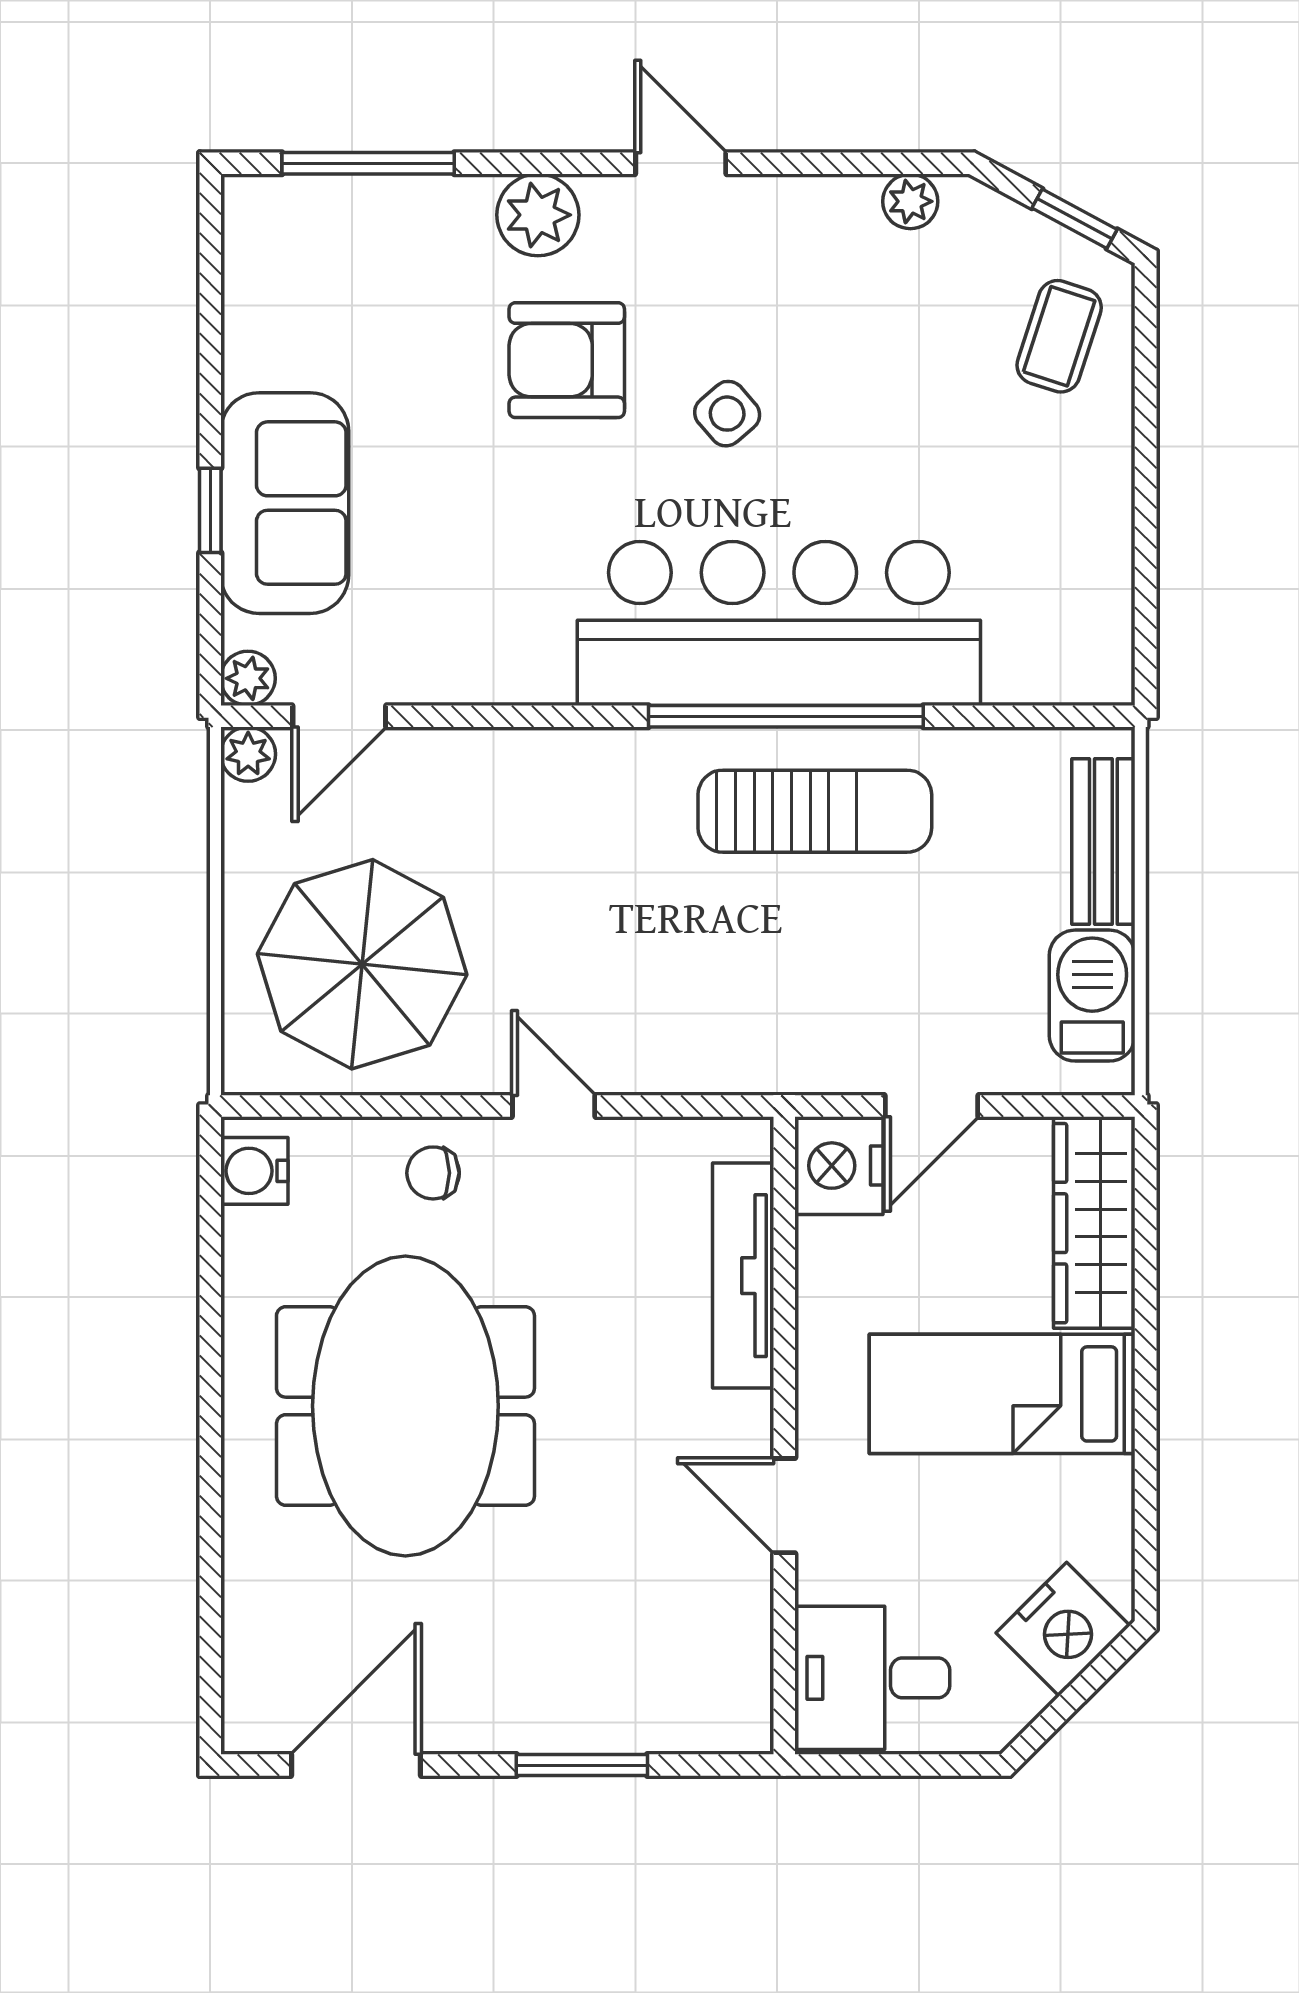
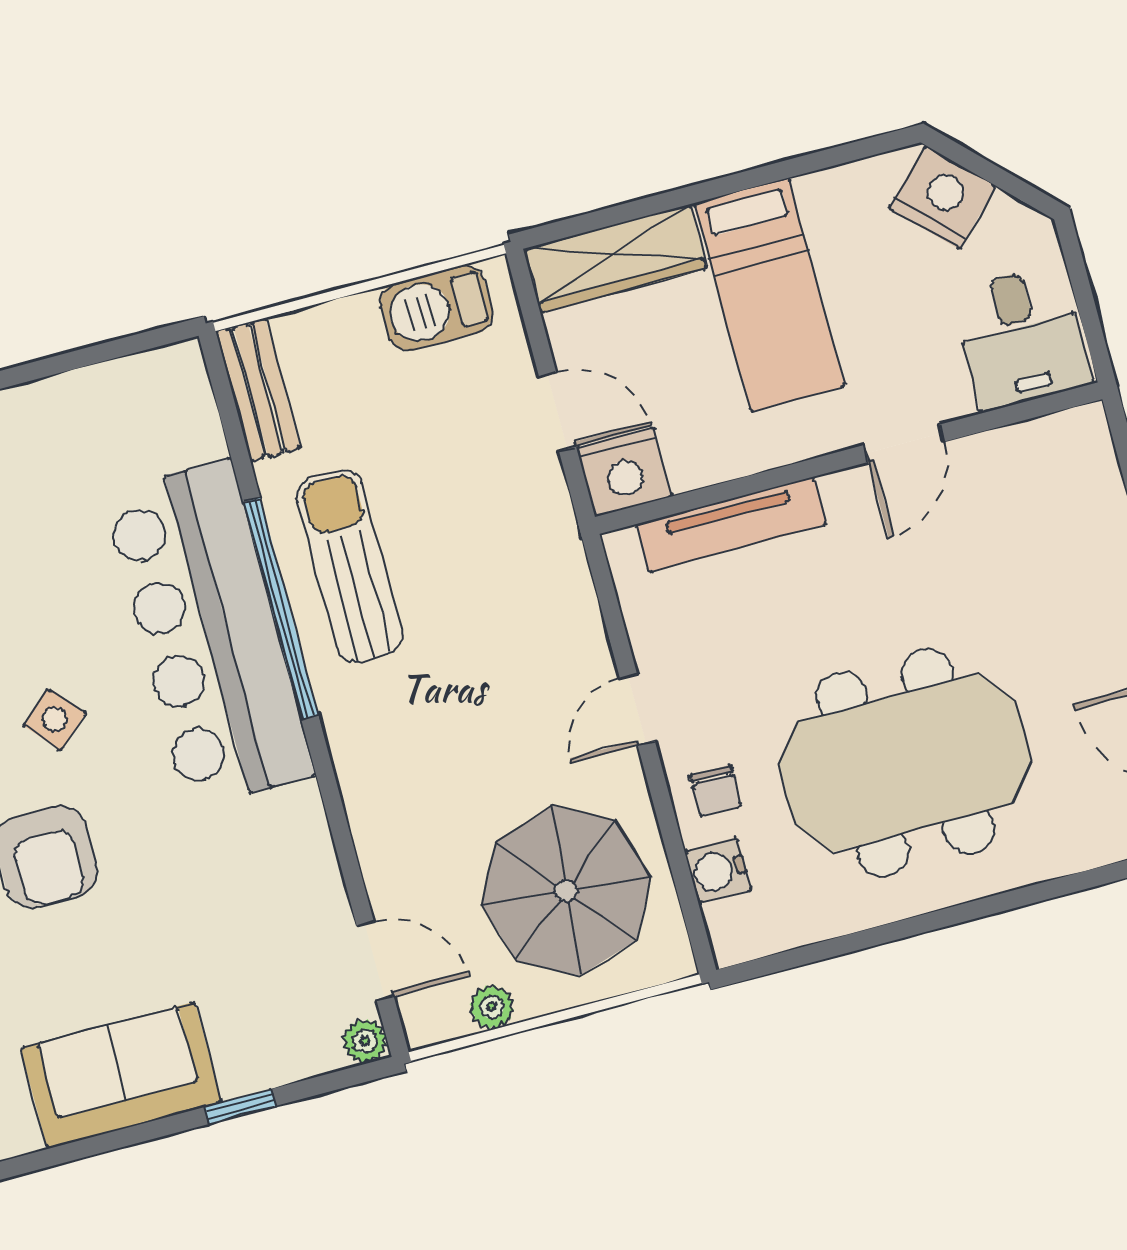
sofa: (285, 503) -> (121, 1075), moved
plant: (248, 754) -> (492, 1007), moved
bench: (1103, 842) -> (258, 390), moved, turned 90
water cooler: (254, 1171) -> (718, 871), moved, turned 90

